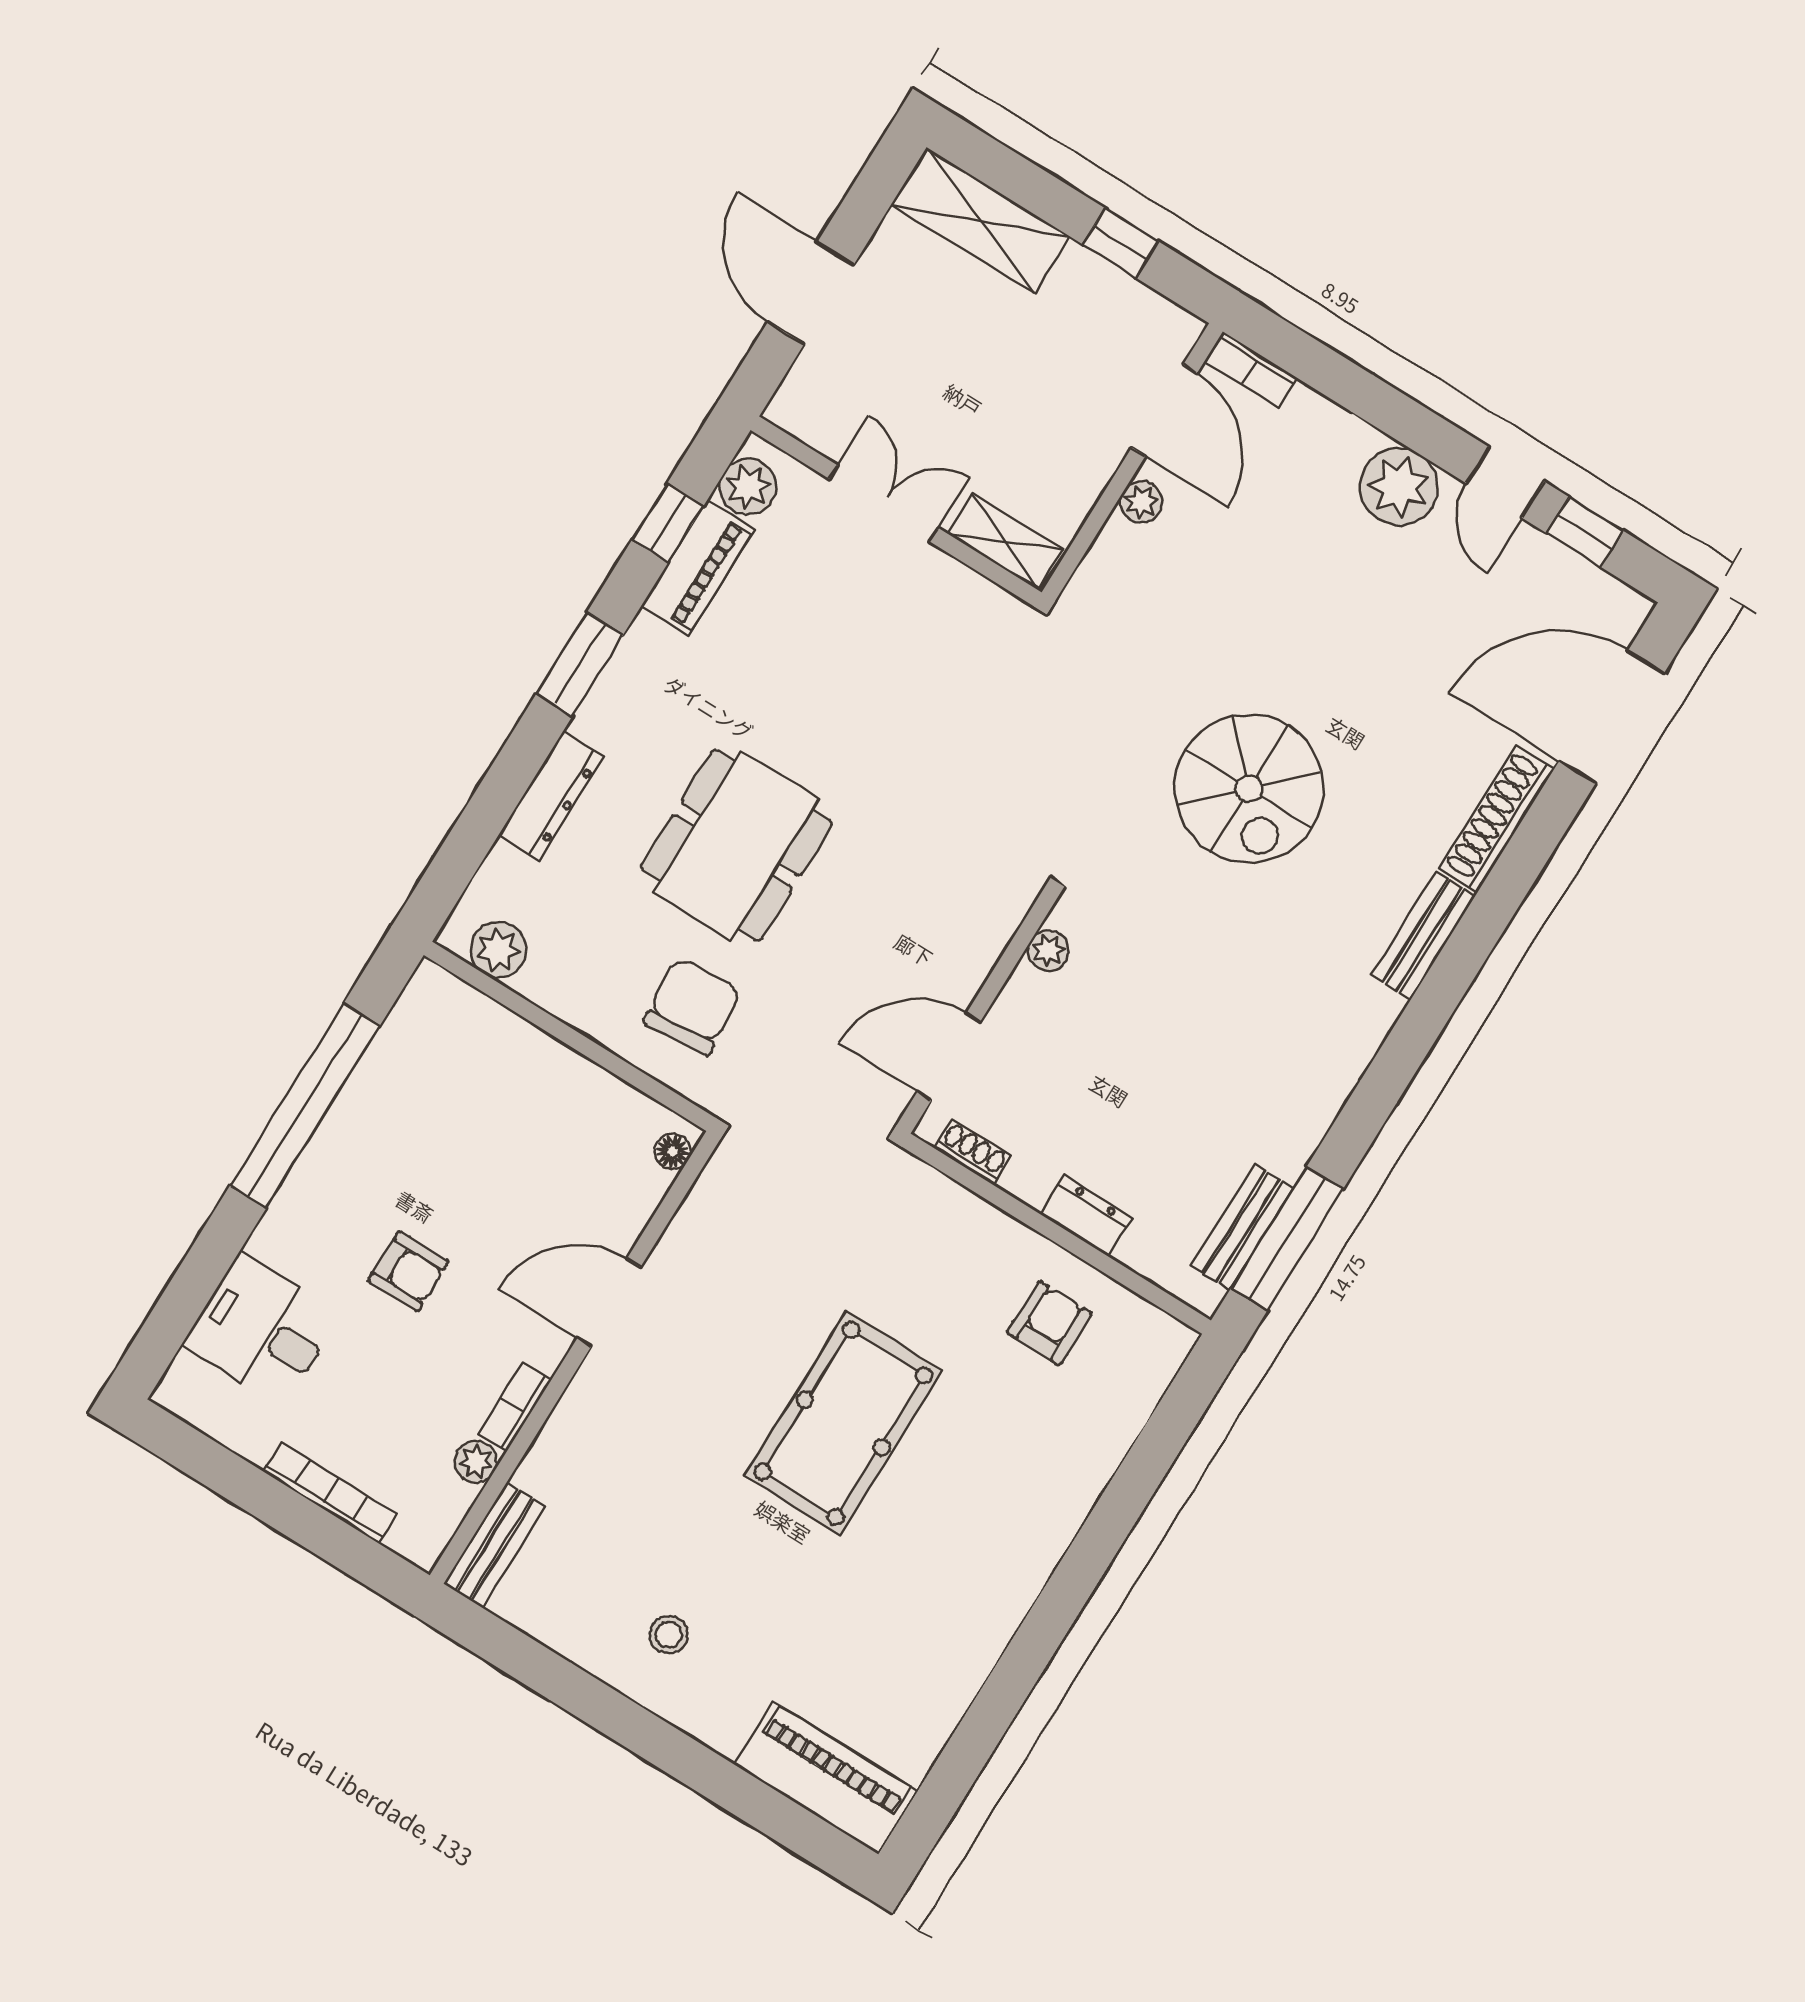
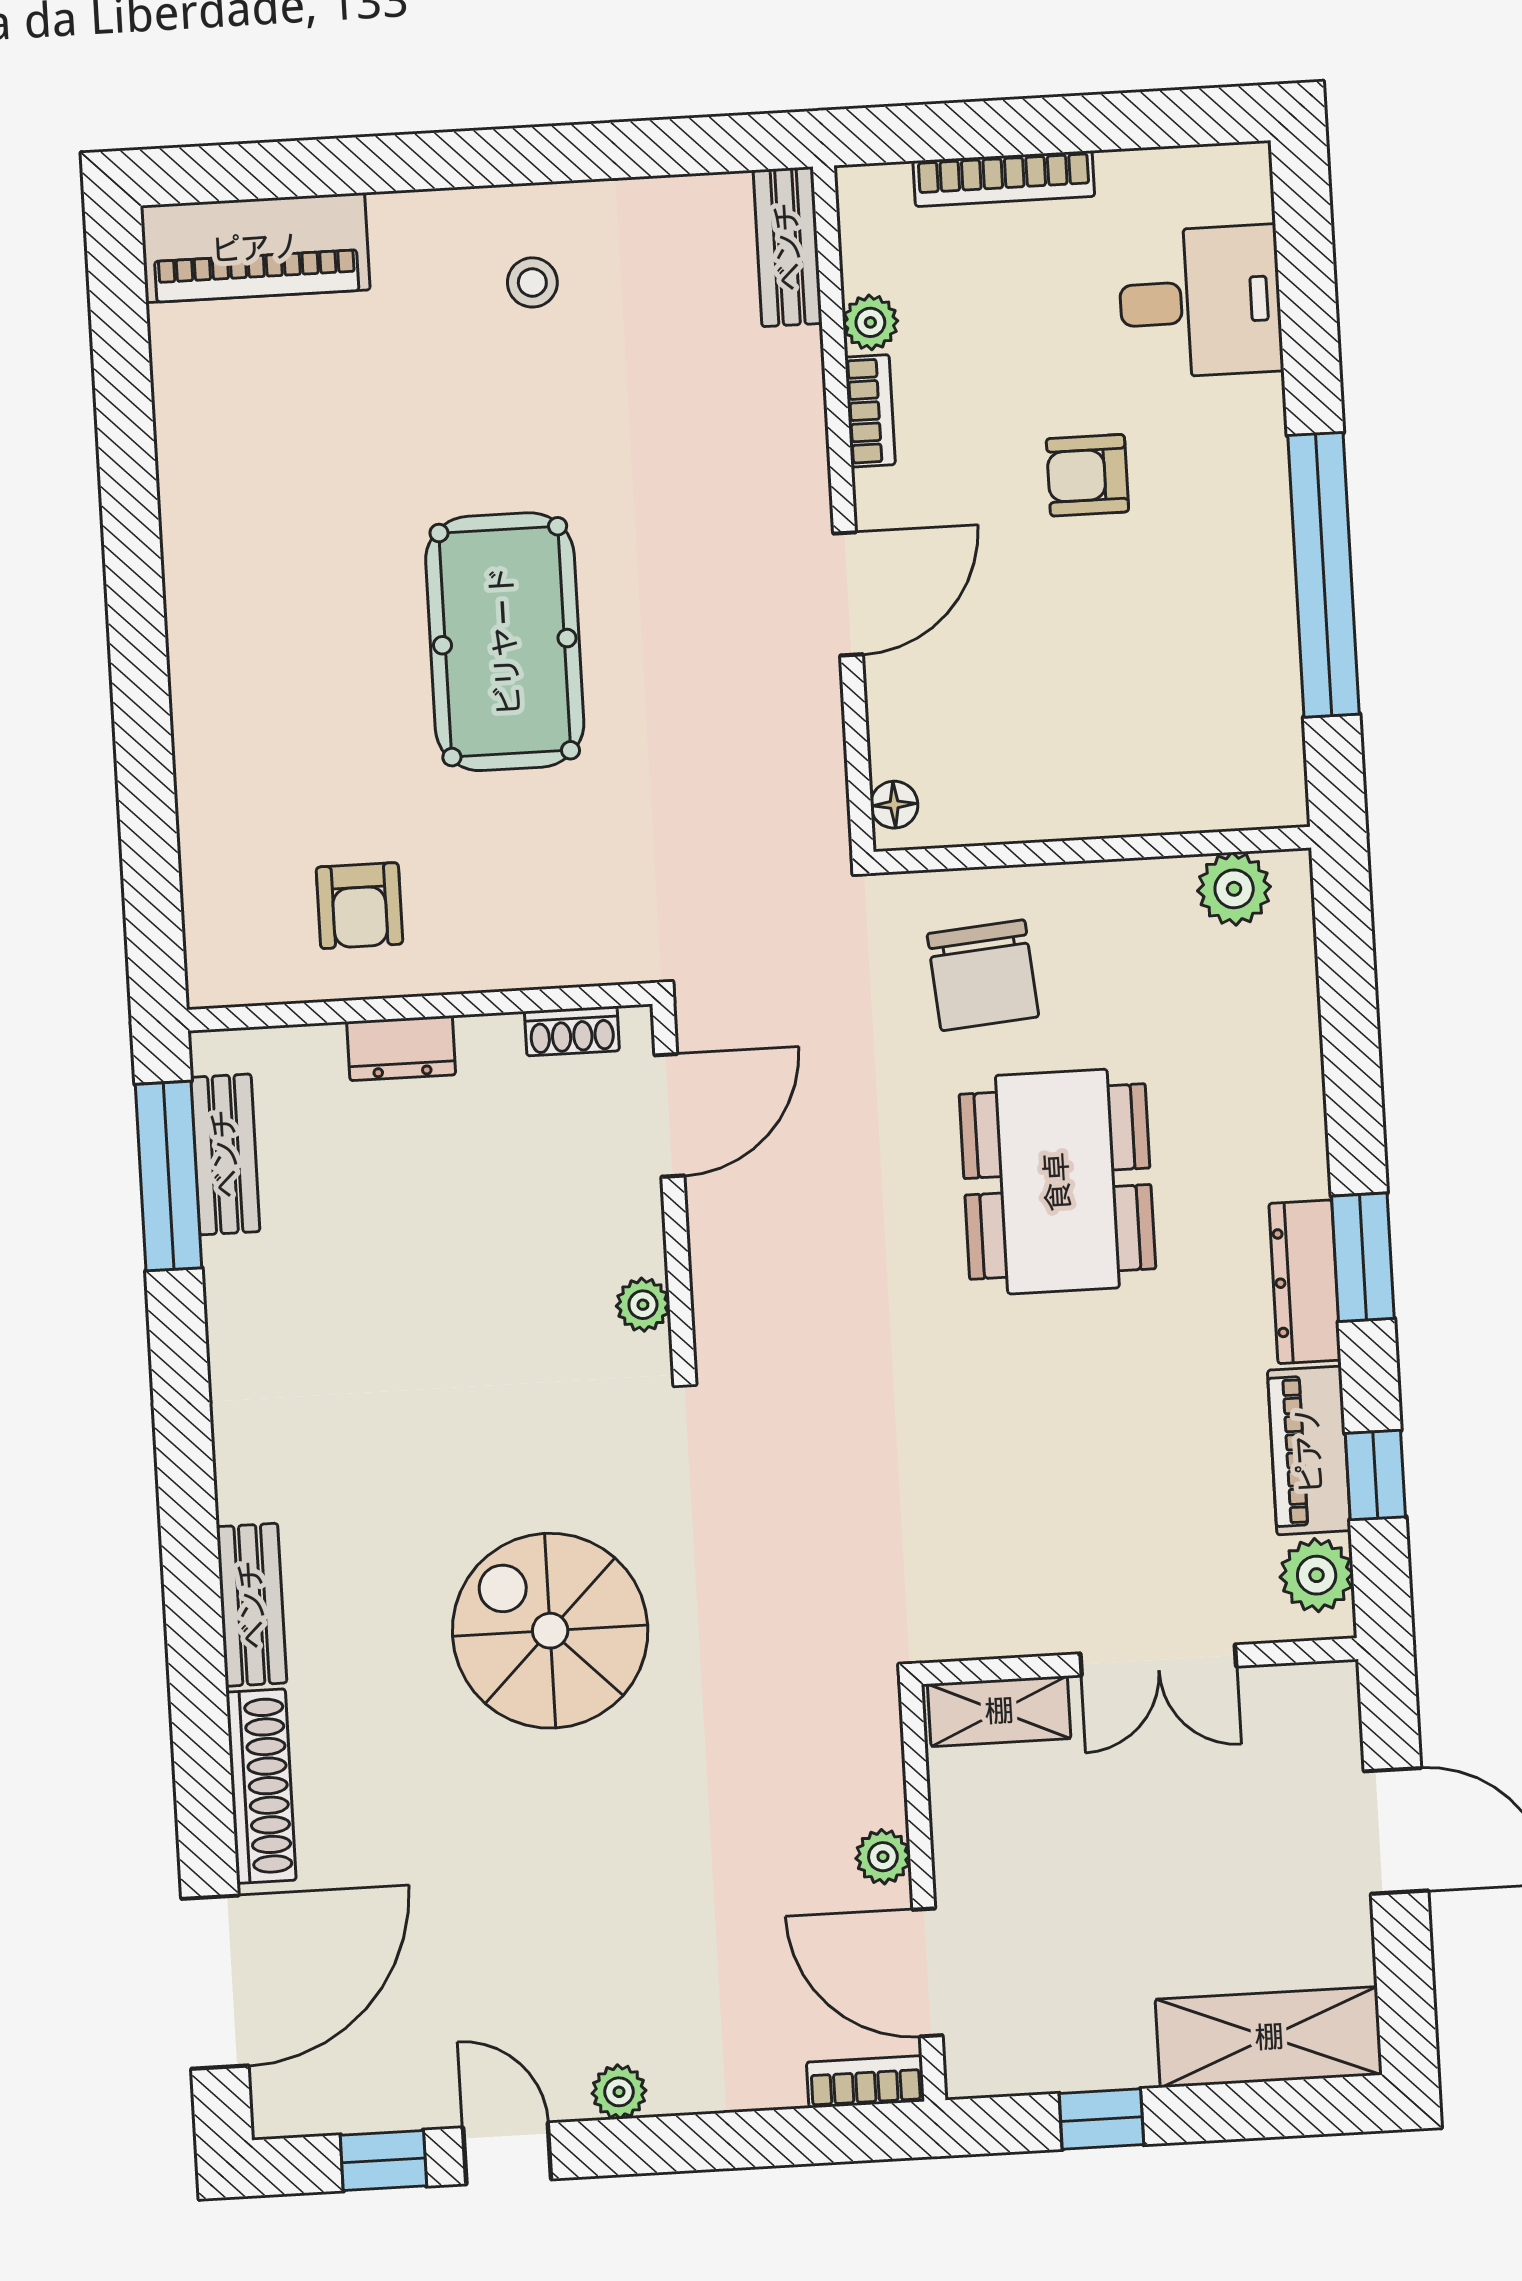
plant: (1399, 487) -> (619, 2092), width x0.53, depth x0.53
dresser: (551, 796) -> (1305, 1282), moved

